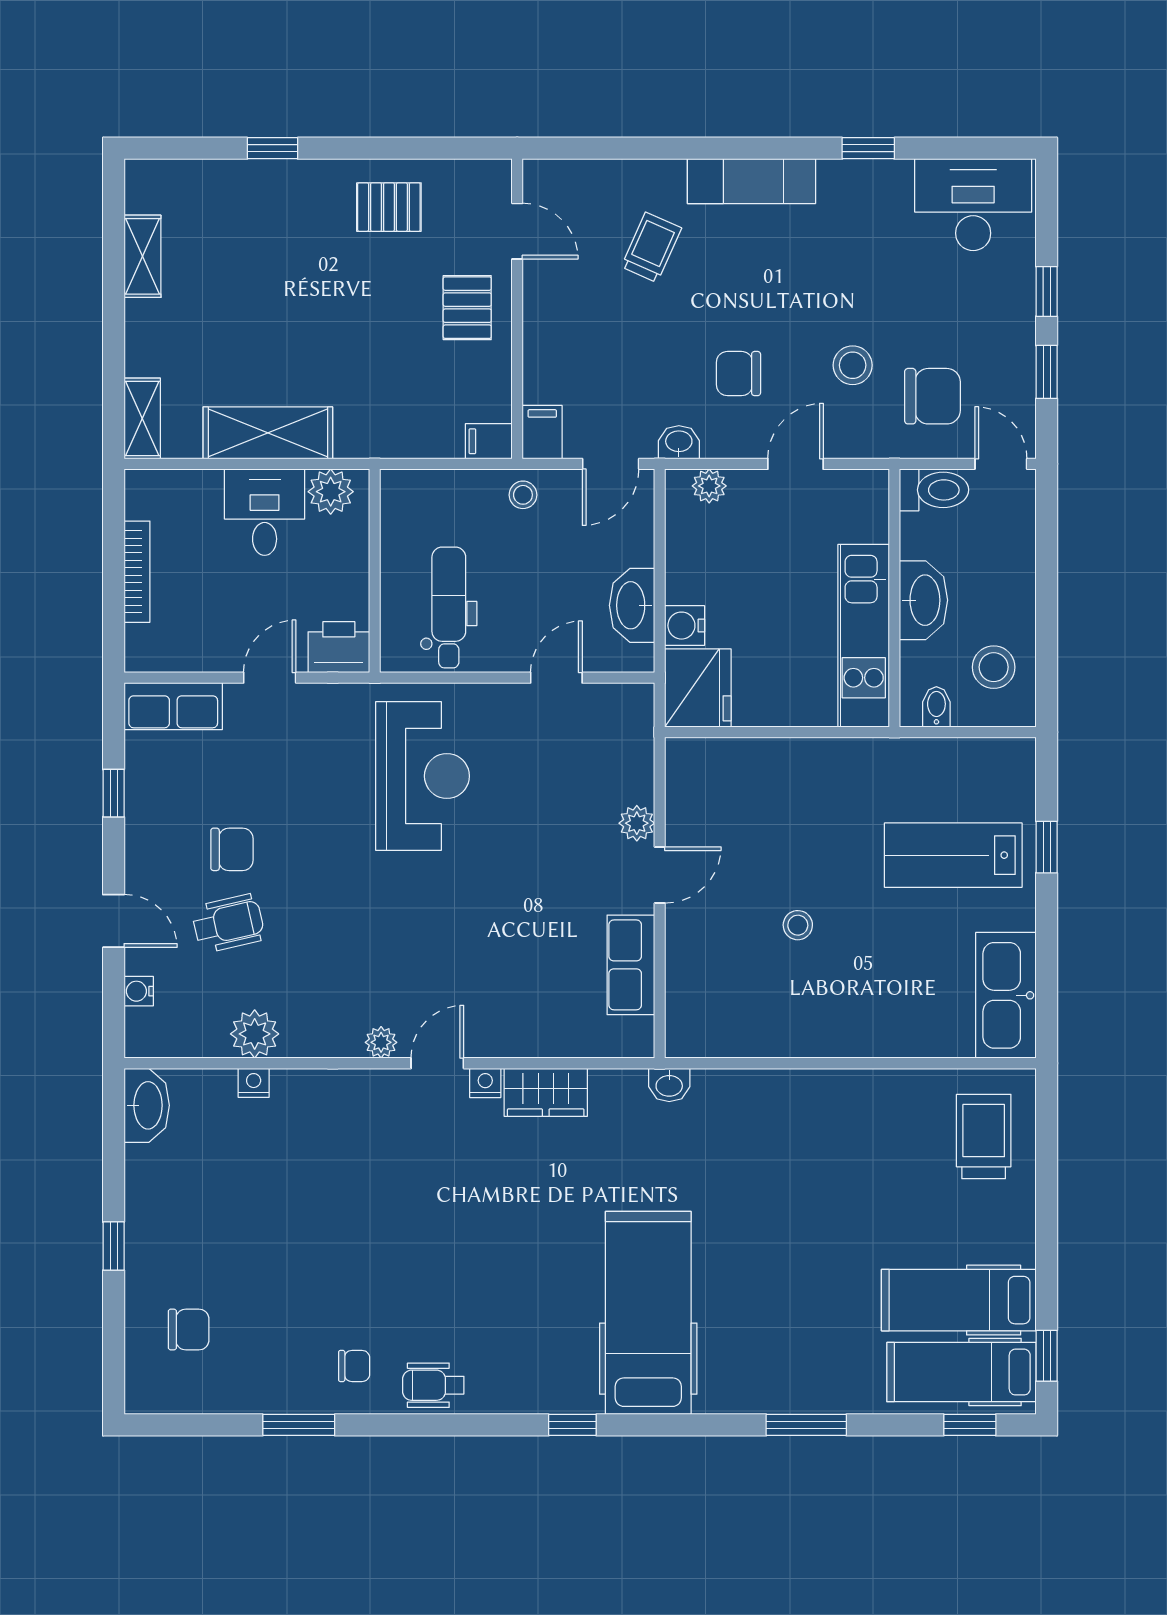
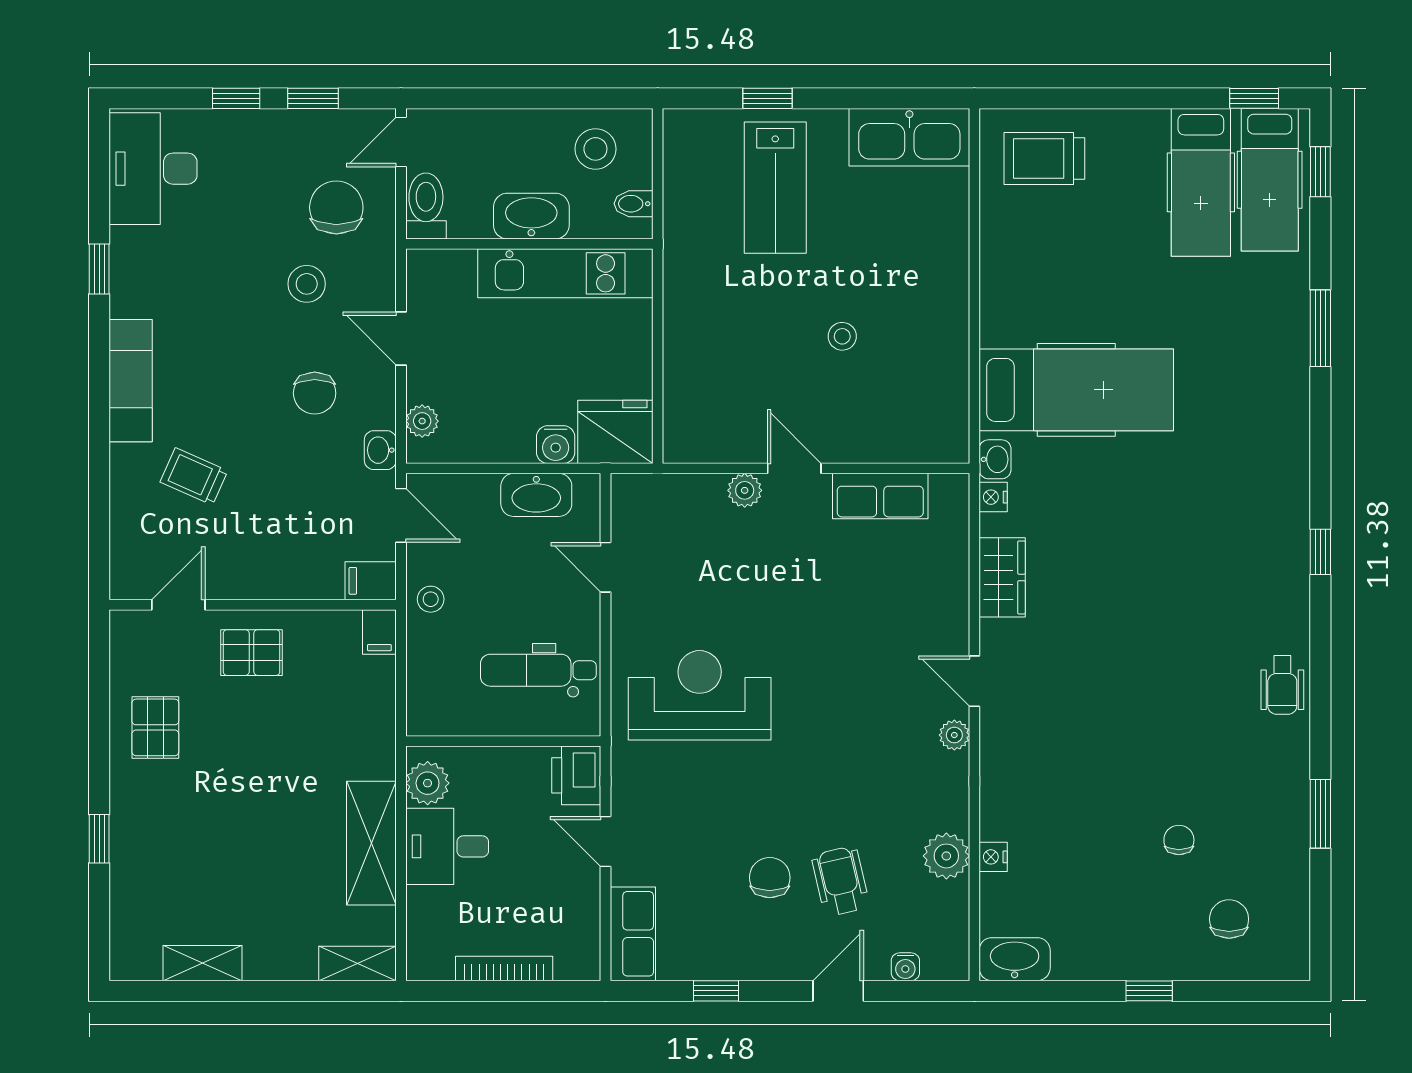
nightstand: (485, 1083) -> (993, 497), moved
hospital bed: (648, 1313) -> (1076, 390), moved, turned 180
chair: (354, 1366) -> (1179, 840), moved

